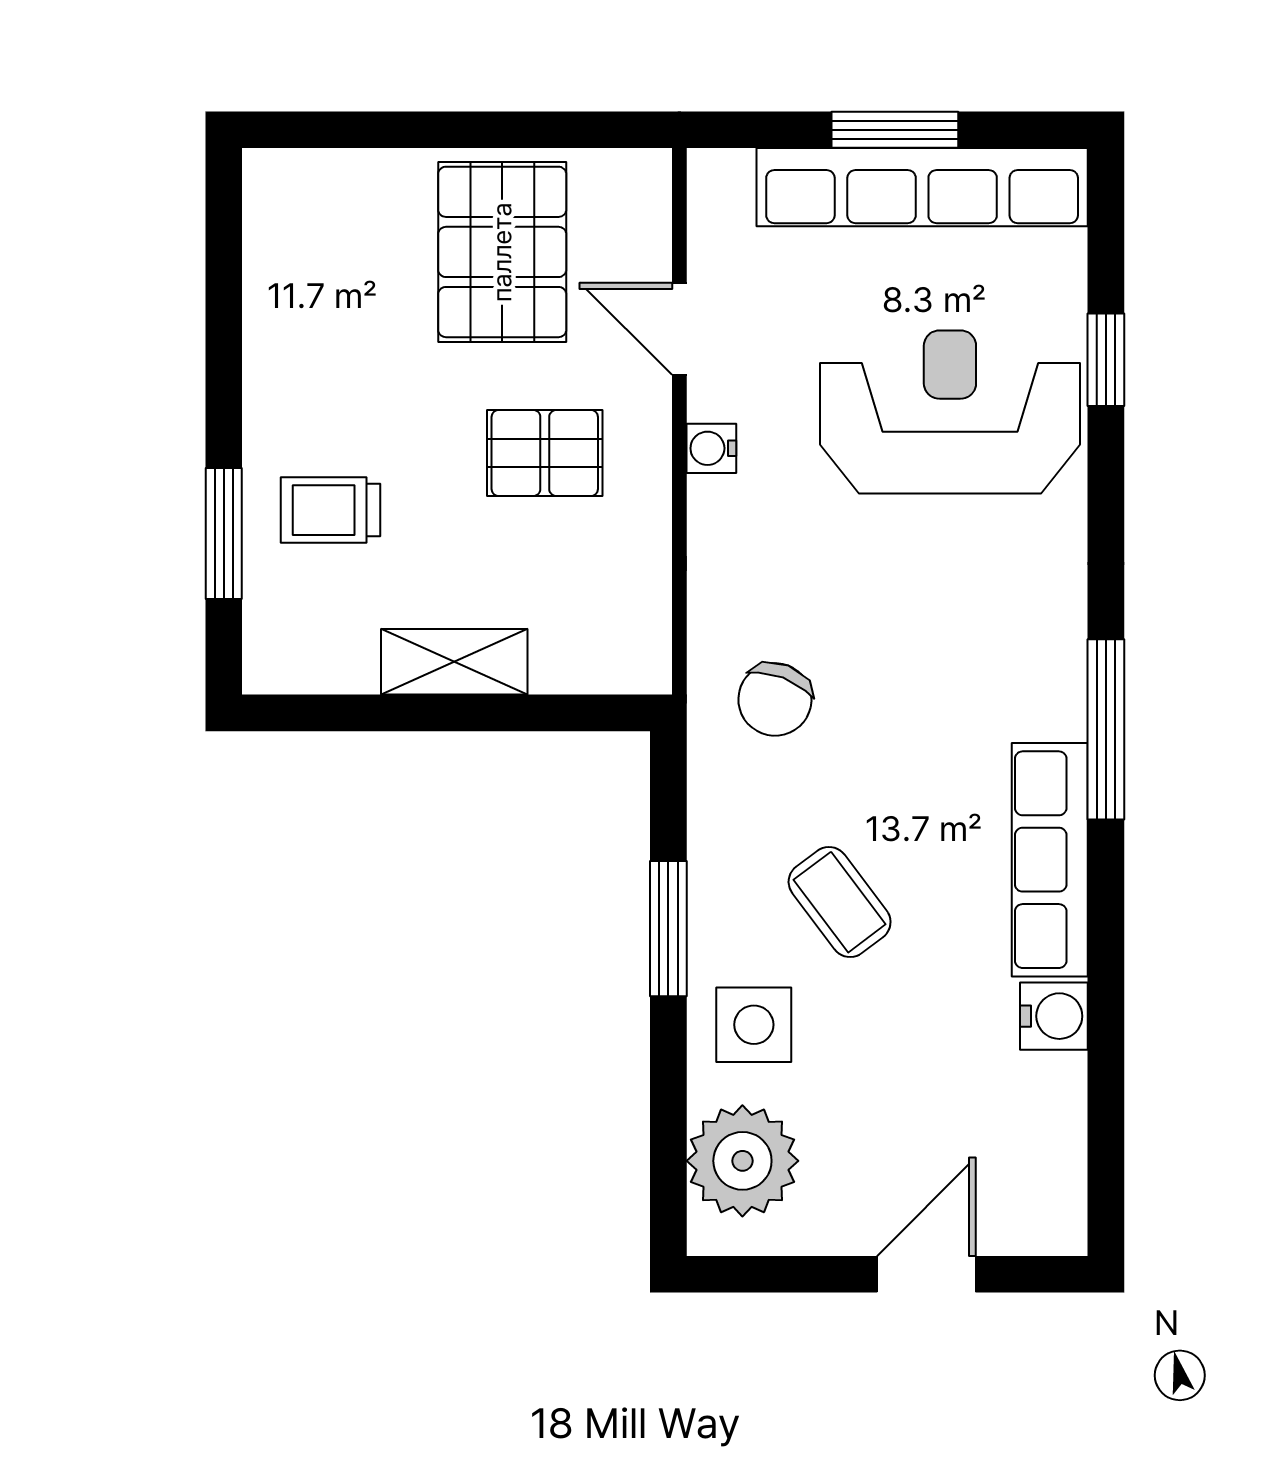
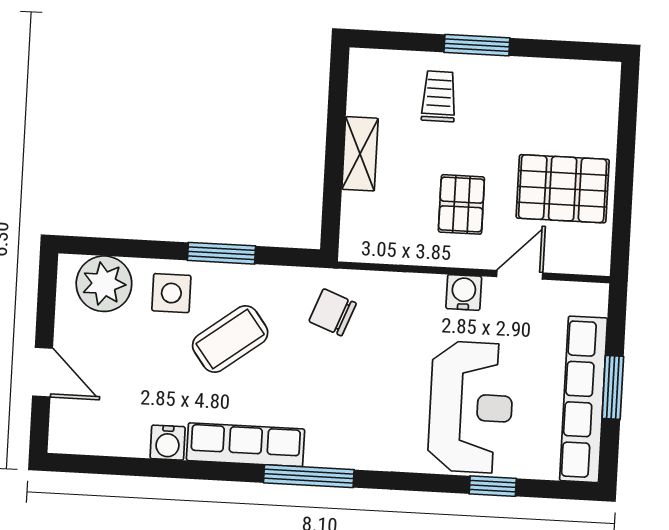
water cooler: (711, 448) -> (464, 292), width x1.38, depth x1.38
window: (224, 533) -> (477, 45), moved
coffee table: (840, 902) -> (230, 339), width x1.36, depth x1.30

